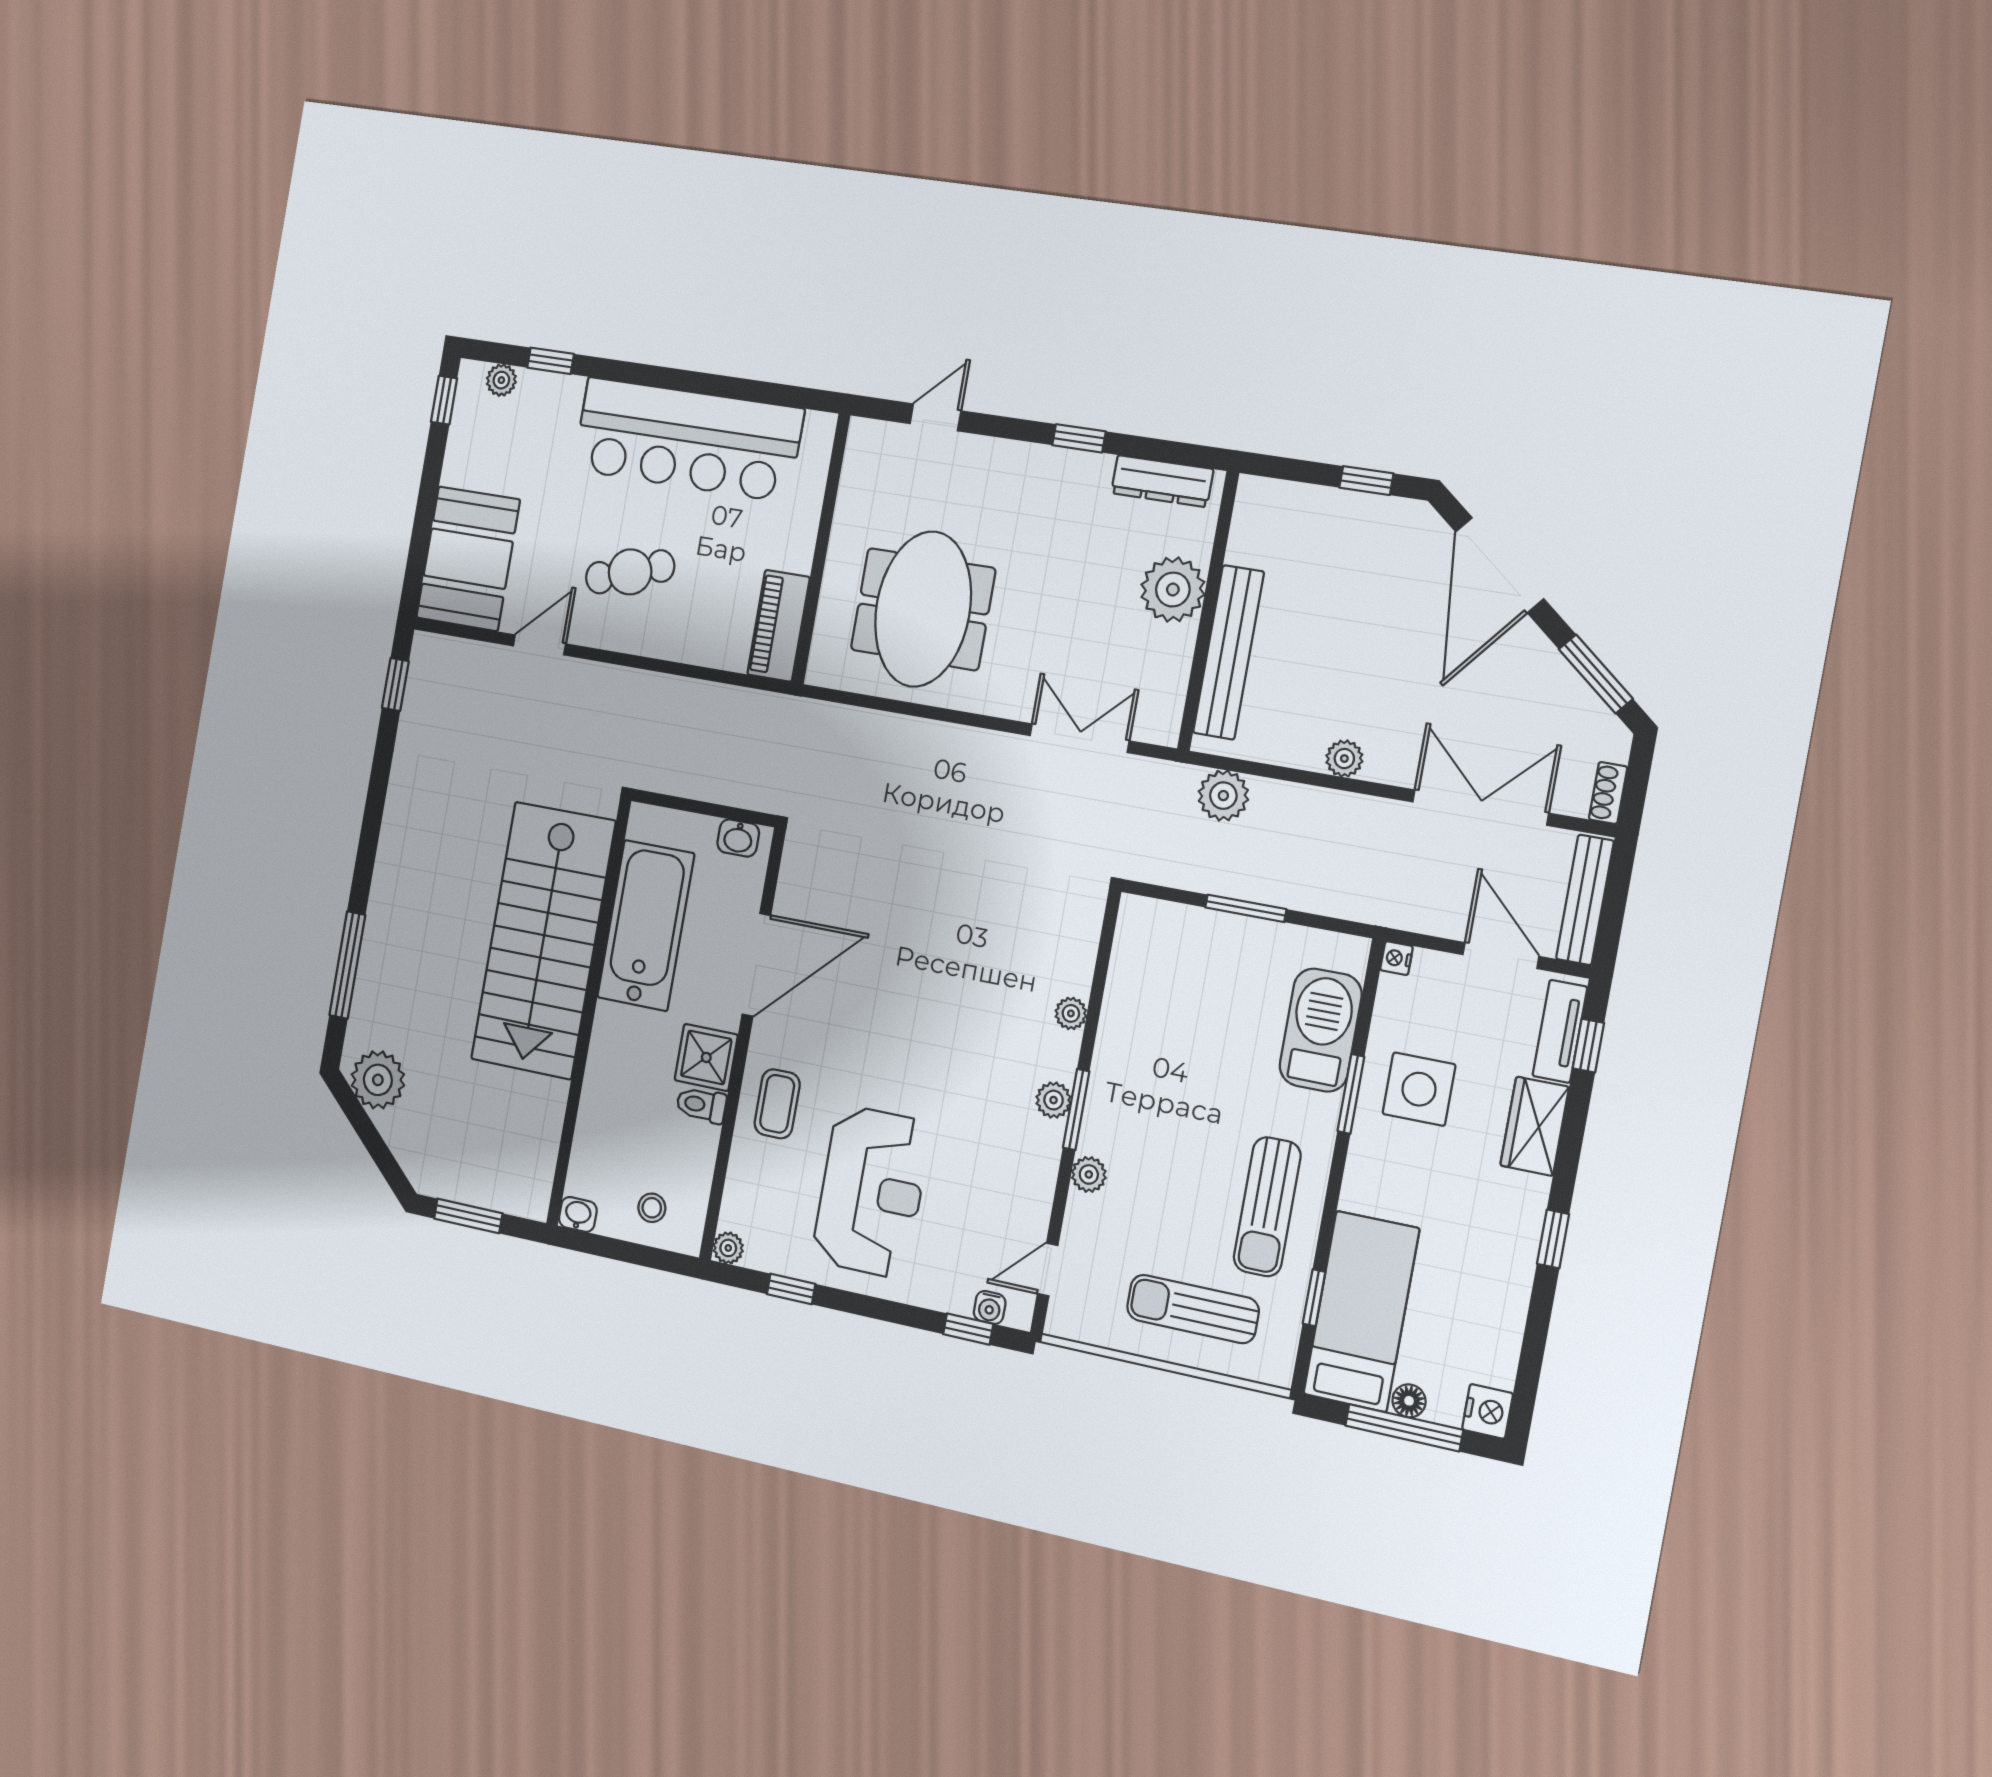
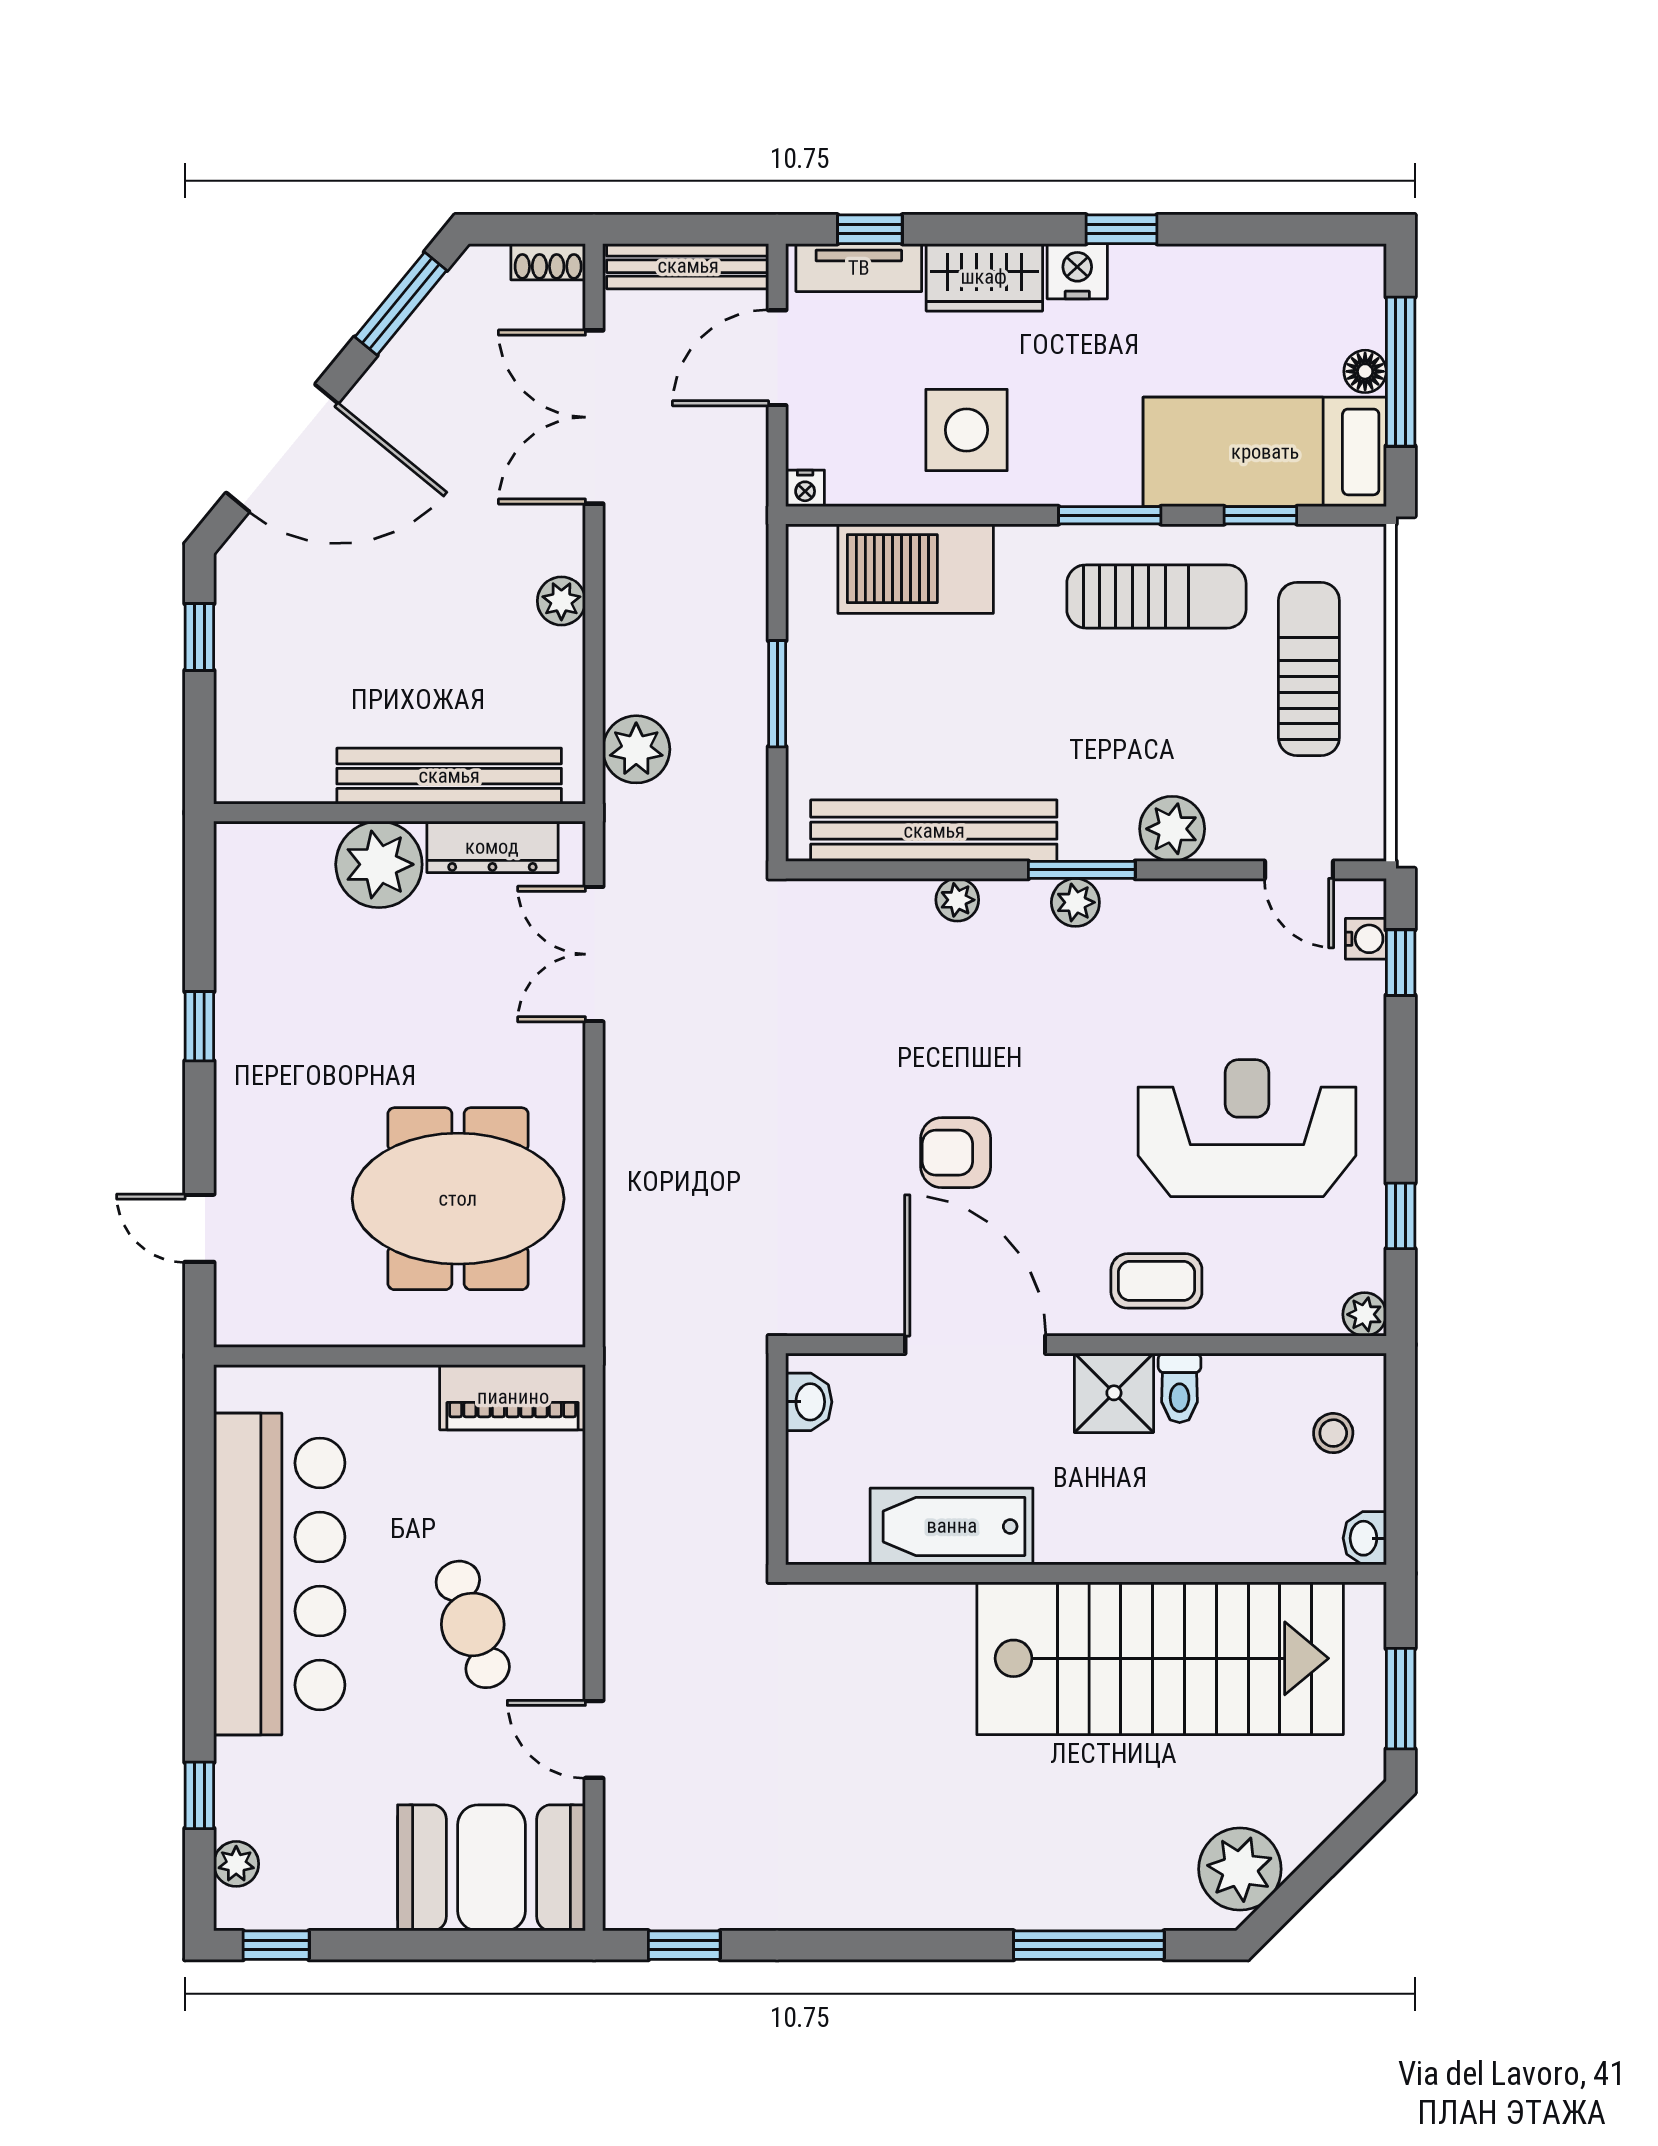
dresser: (1162, 481) -> (492, 847), moved, turned 90
bathtub: (646, 926) -> (952, 1526), width x0.73, depth x0.73
stairs: (543, 940) -> (1160, 1658), moved
armchair: (891, 977) -> (956, 1153), added
bench: (1124, 1006) -> (934, 831), added
window: (1351, 1094) -> (1110, 515), moved
plant: (1089, 1174) -> (1172, 829), width x1.38, depth x1.38
sun lounger: (1193, 1309) -> (1309, 669), turned 180
nightstand: (1488, 1411) -> (1077, 271), moved

